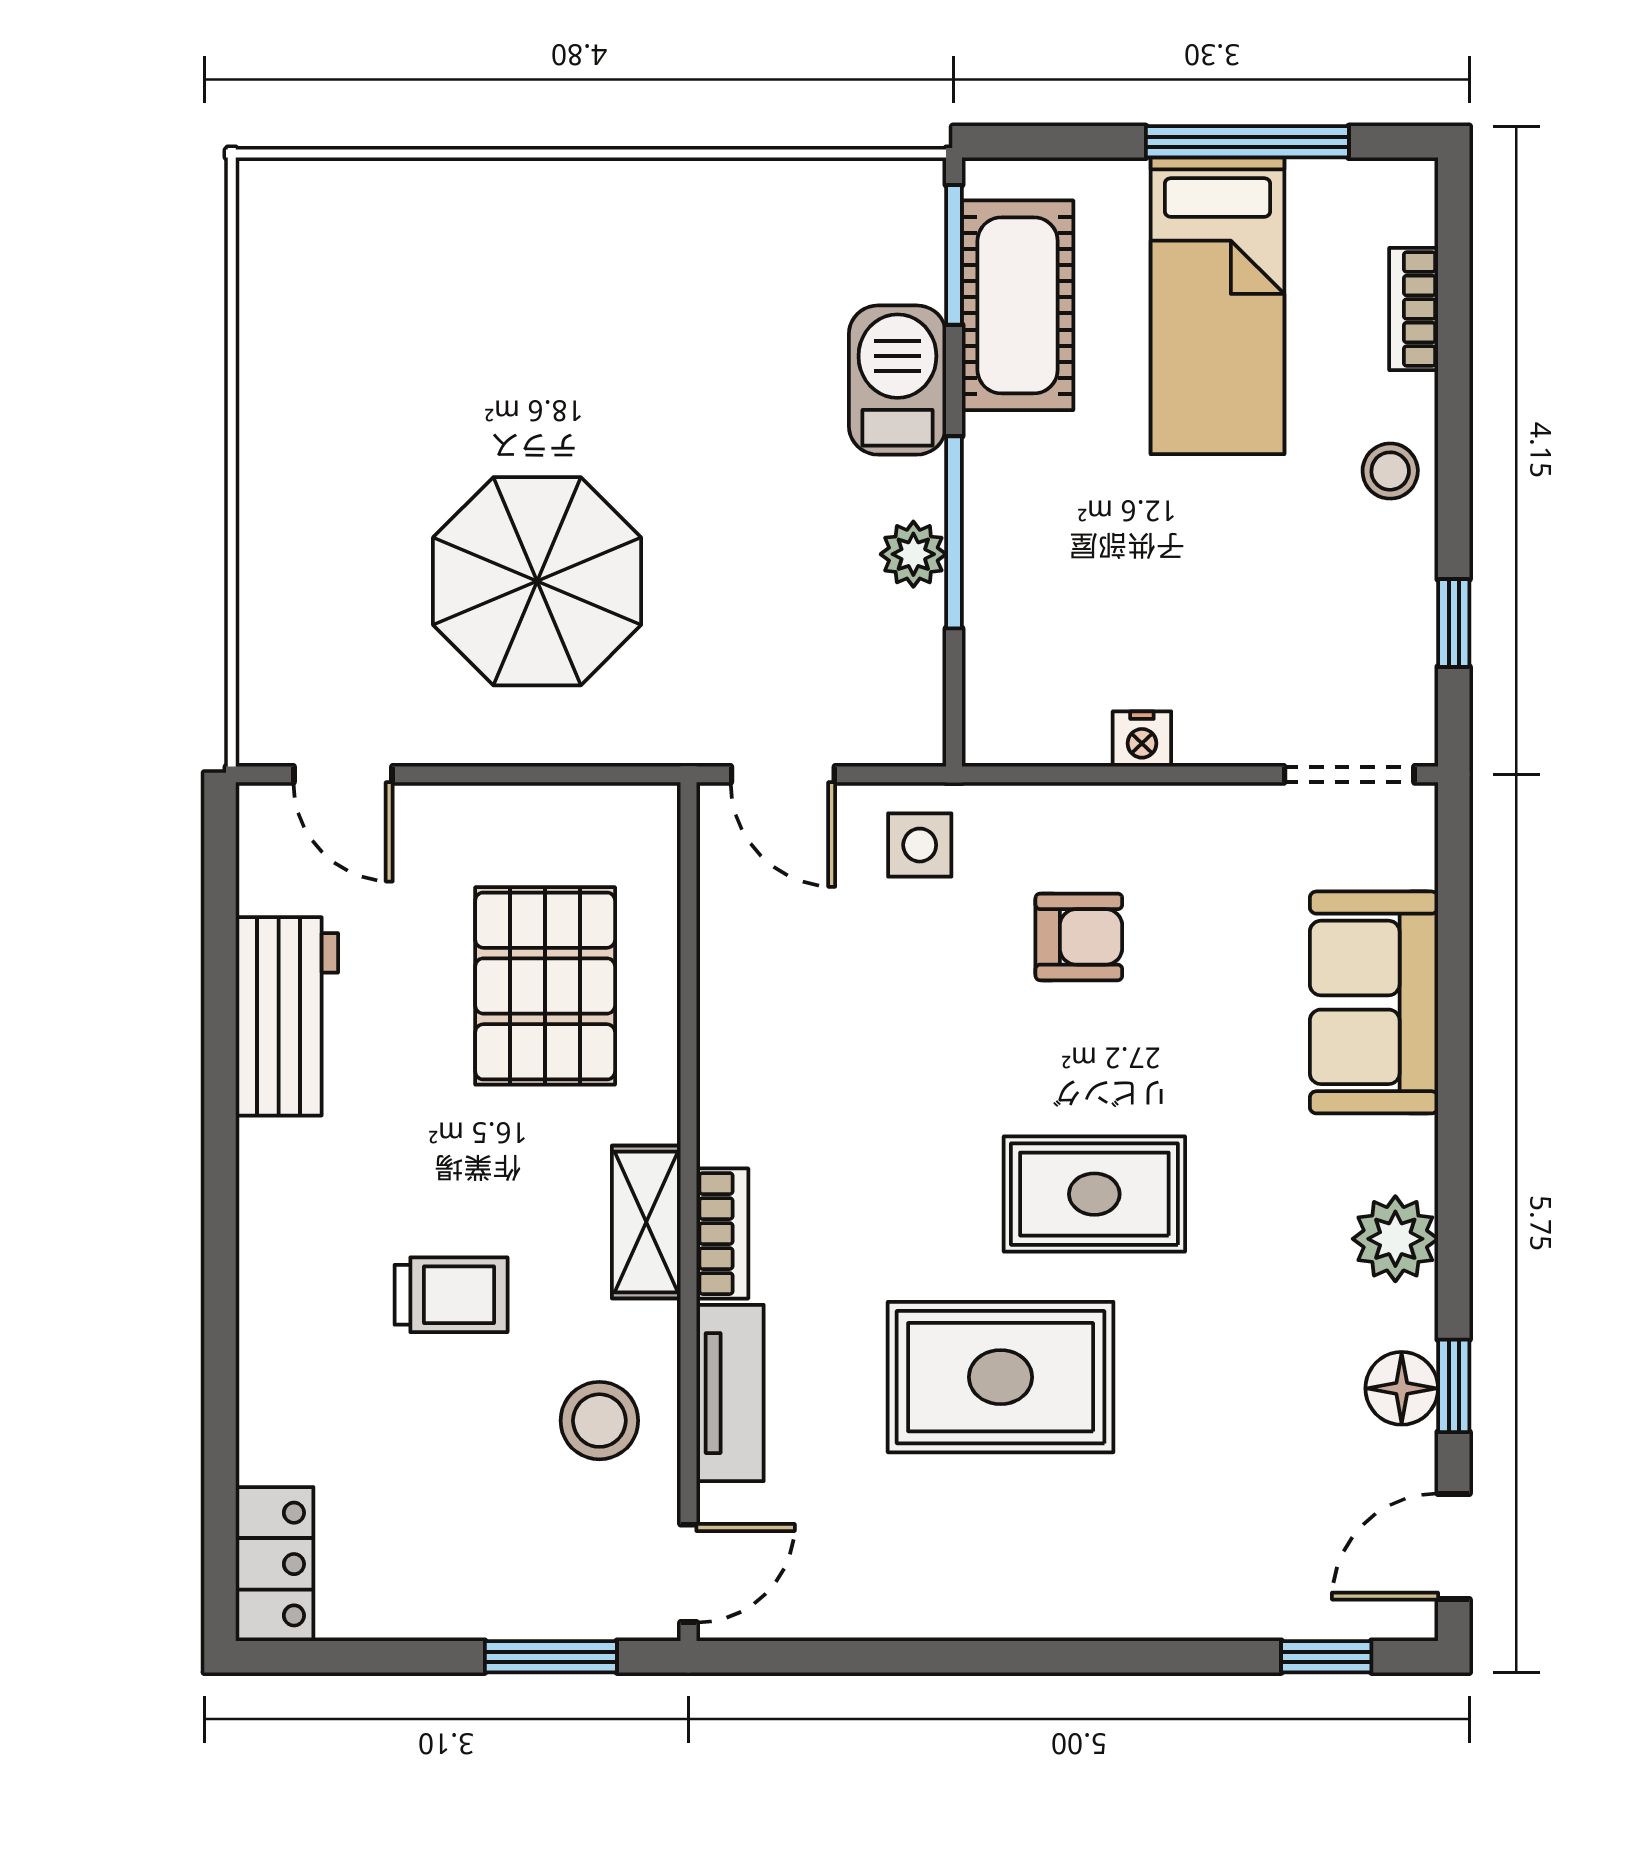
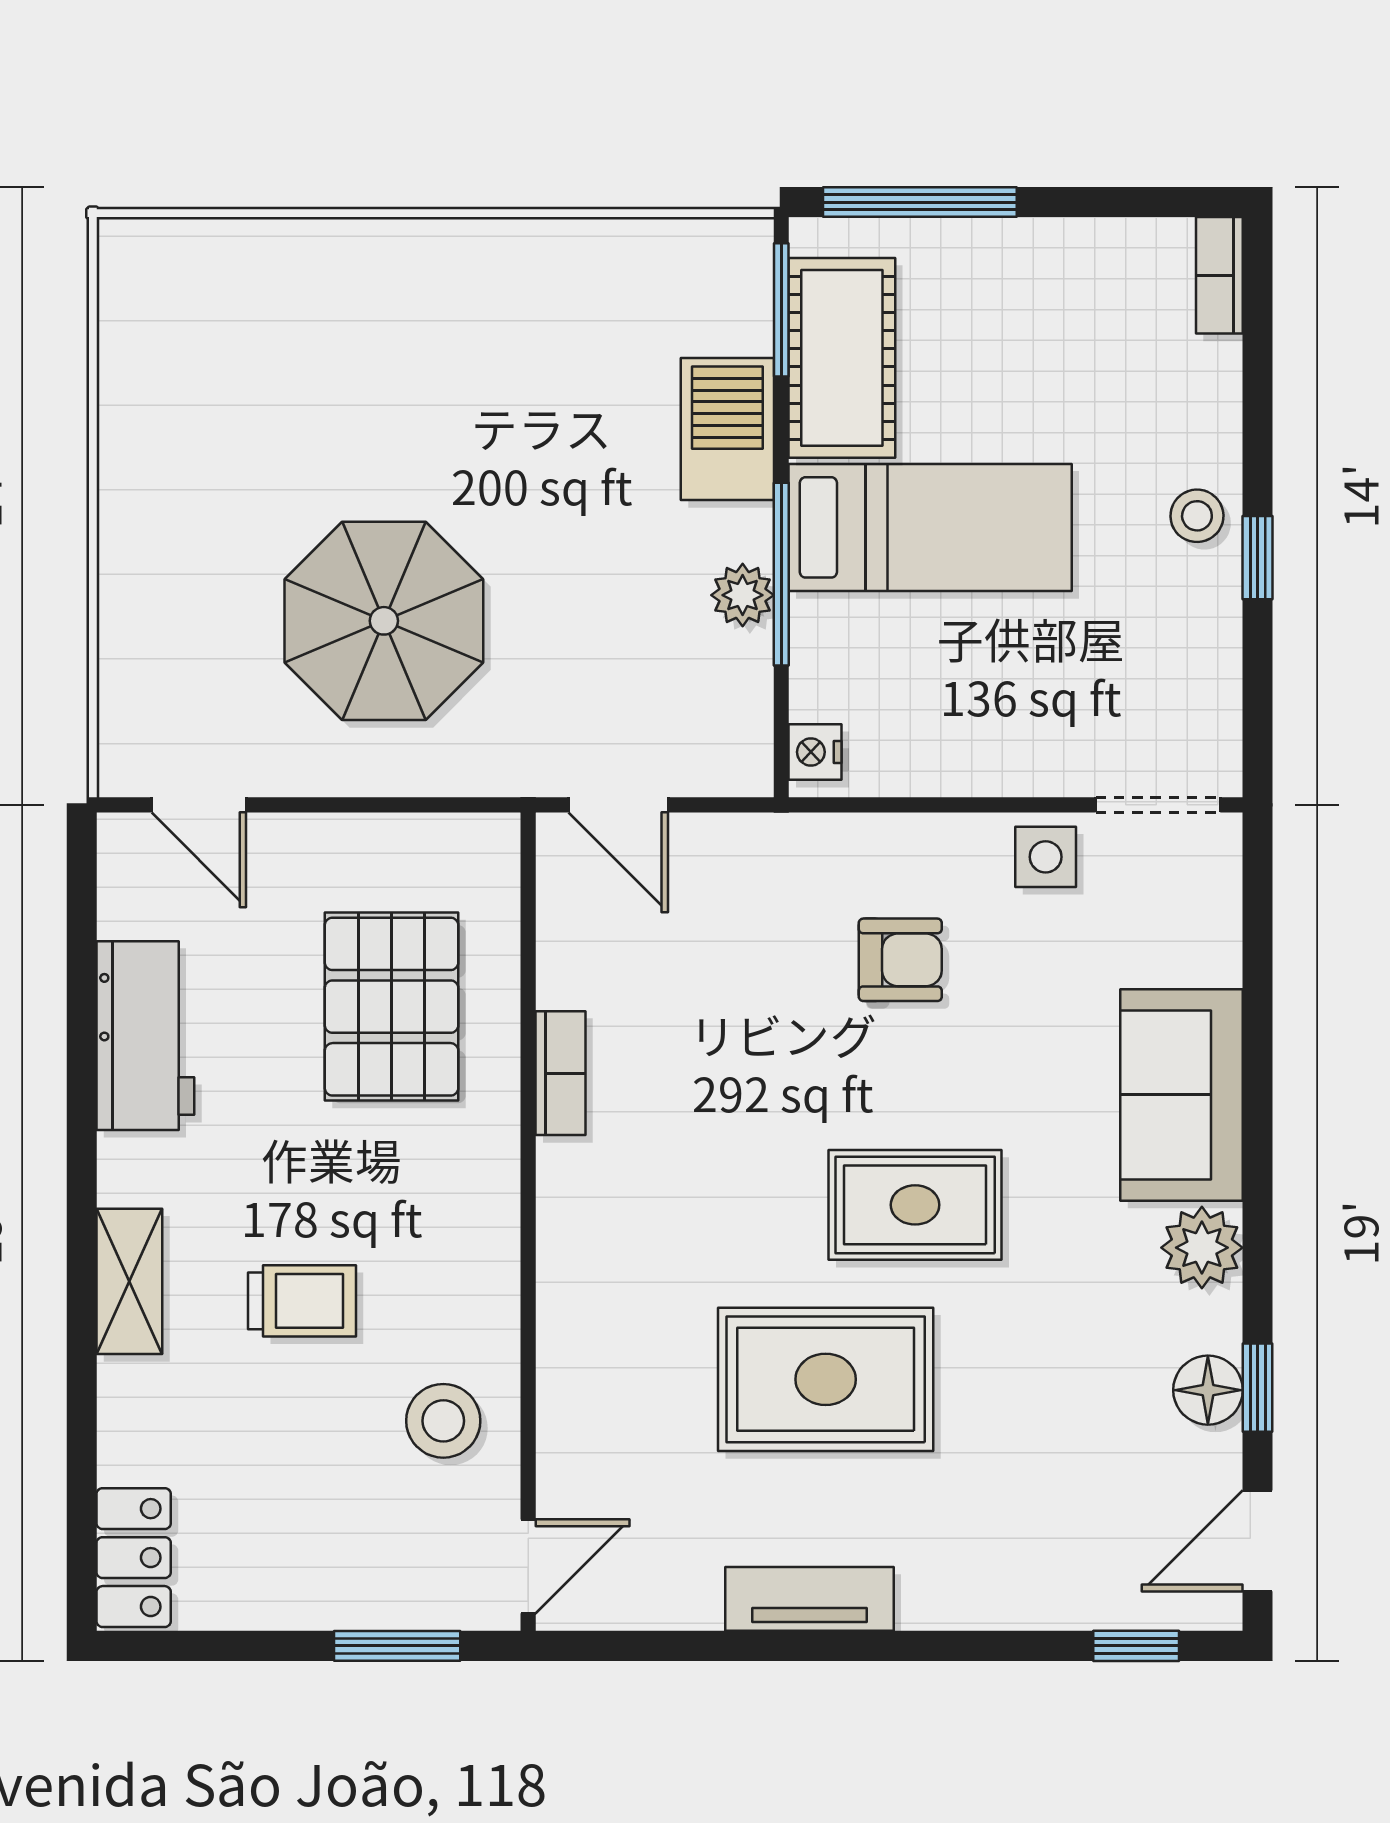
window: (1247, 142) -> (920, 202), moved
bed: (1218, 306) -> (930, 527), moved, turned -90
bookcase: (1414, 309) -> (1219, 275), moved
window: (1454, 623) -> (1258, 558), moved
nightstand: (1142, 739) -> (815, 752), moved, turned 90
side table: (920, 845) -> (1046, 857), moved
sofa: (1374, 1002) -> (1182, 1095), moved
shelving: (646, 1222) -> (129, 1281), moved
bookcase: (722, 1234) -> (560, 1073), moved
tv unit: (730, 1393) -> (809, 1599), moved, turned -90

